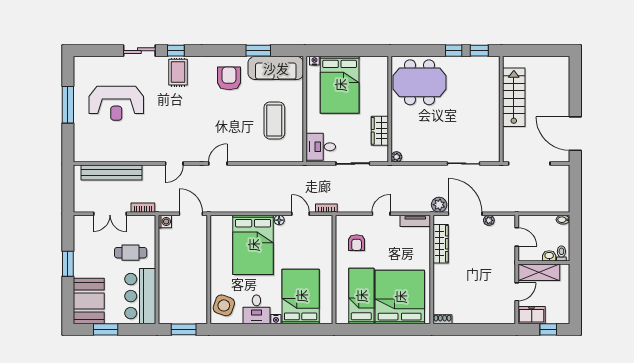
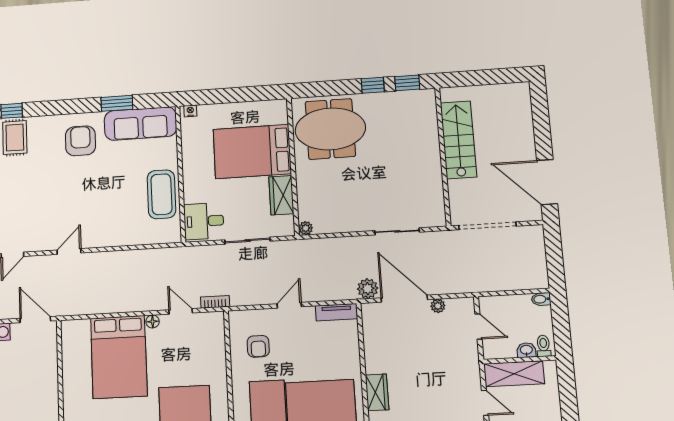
bed: (340, 85) -> (252, 151), moved, turned 90
coffee table: (274, 120) -> (161, 194), moved
wardrobe: (441, 244) -> (377, 392), moved, width x0.67
door: (517, 292) -> (485, 403), hinge flipped

